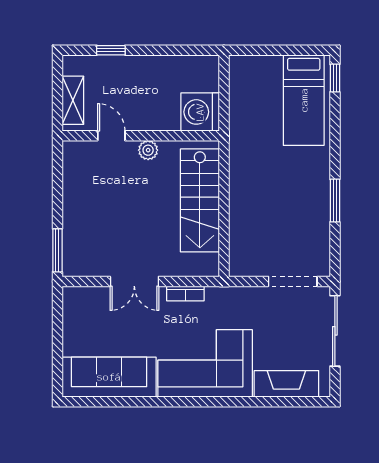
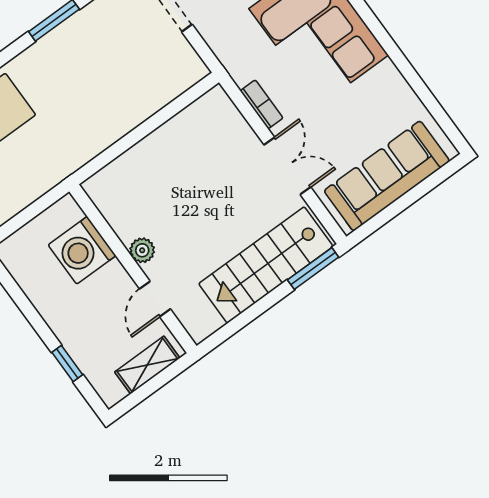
washing machine: (200, 112) -> (82, 250), moved, turned 90
stairs: (200, 200) -> (266, 265), moved, turned 180
sofa: (109, 377) -> (387, 176), moved, turned 90

